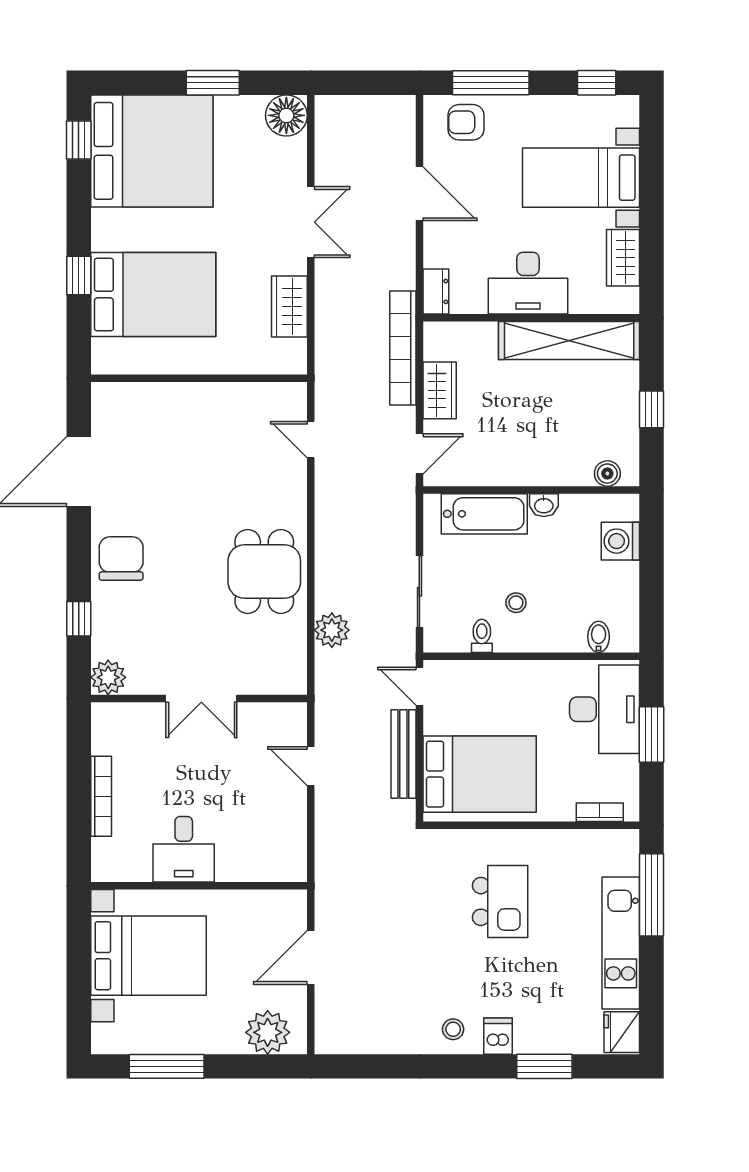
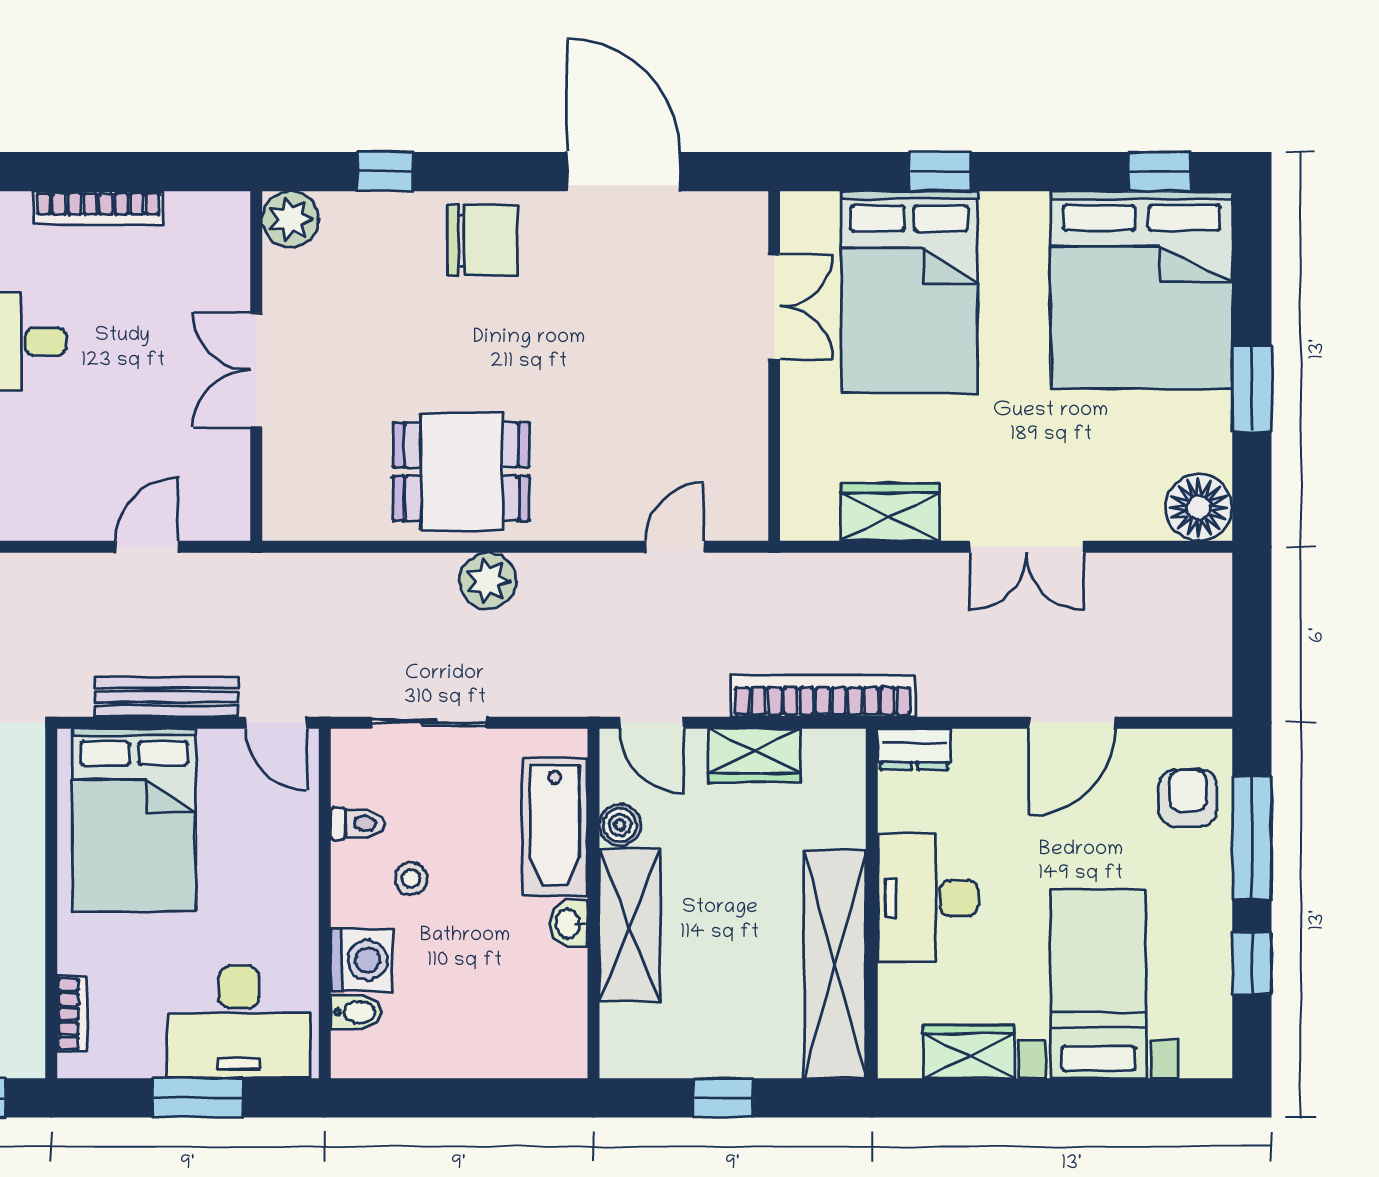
window: (597, 83) -> (1252, 963), moved
double door: (162, 378) -> (774, 306), added
shelving: (545, 467) -> (630, 926), added
boiler: (607, 474) -> (620, 825), moved
washing machine: (620, 541) -> (361, 960), moved, turned 90
plant: (332, 630) -> (488, 581), moved
door: (419, 686) -> (276, 723), swing flipped

